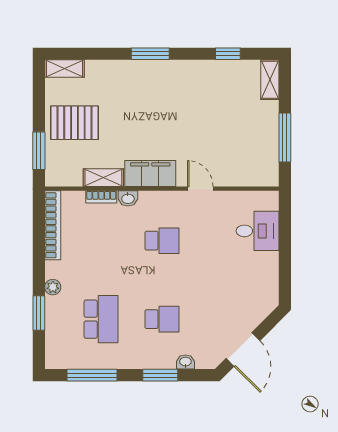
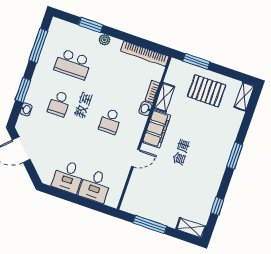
pallet: (74, 123) -> (207, 91), turned 90
desk: (258, 272) -> (68, 177), added

